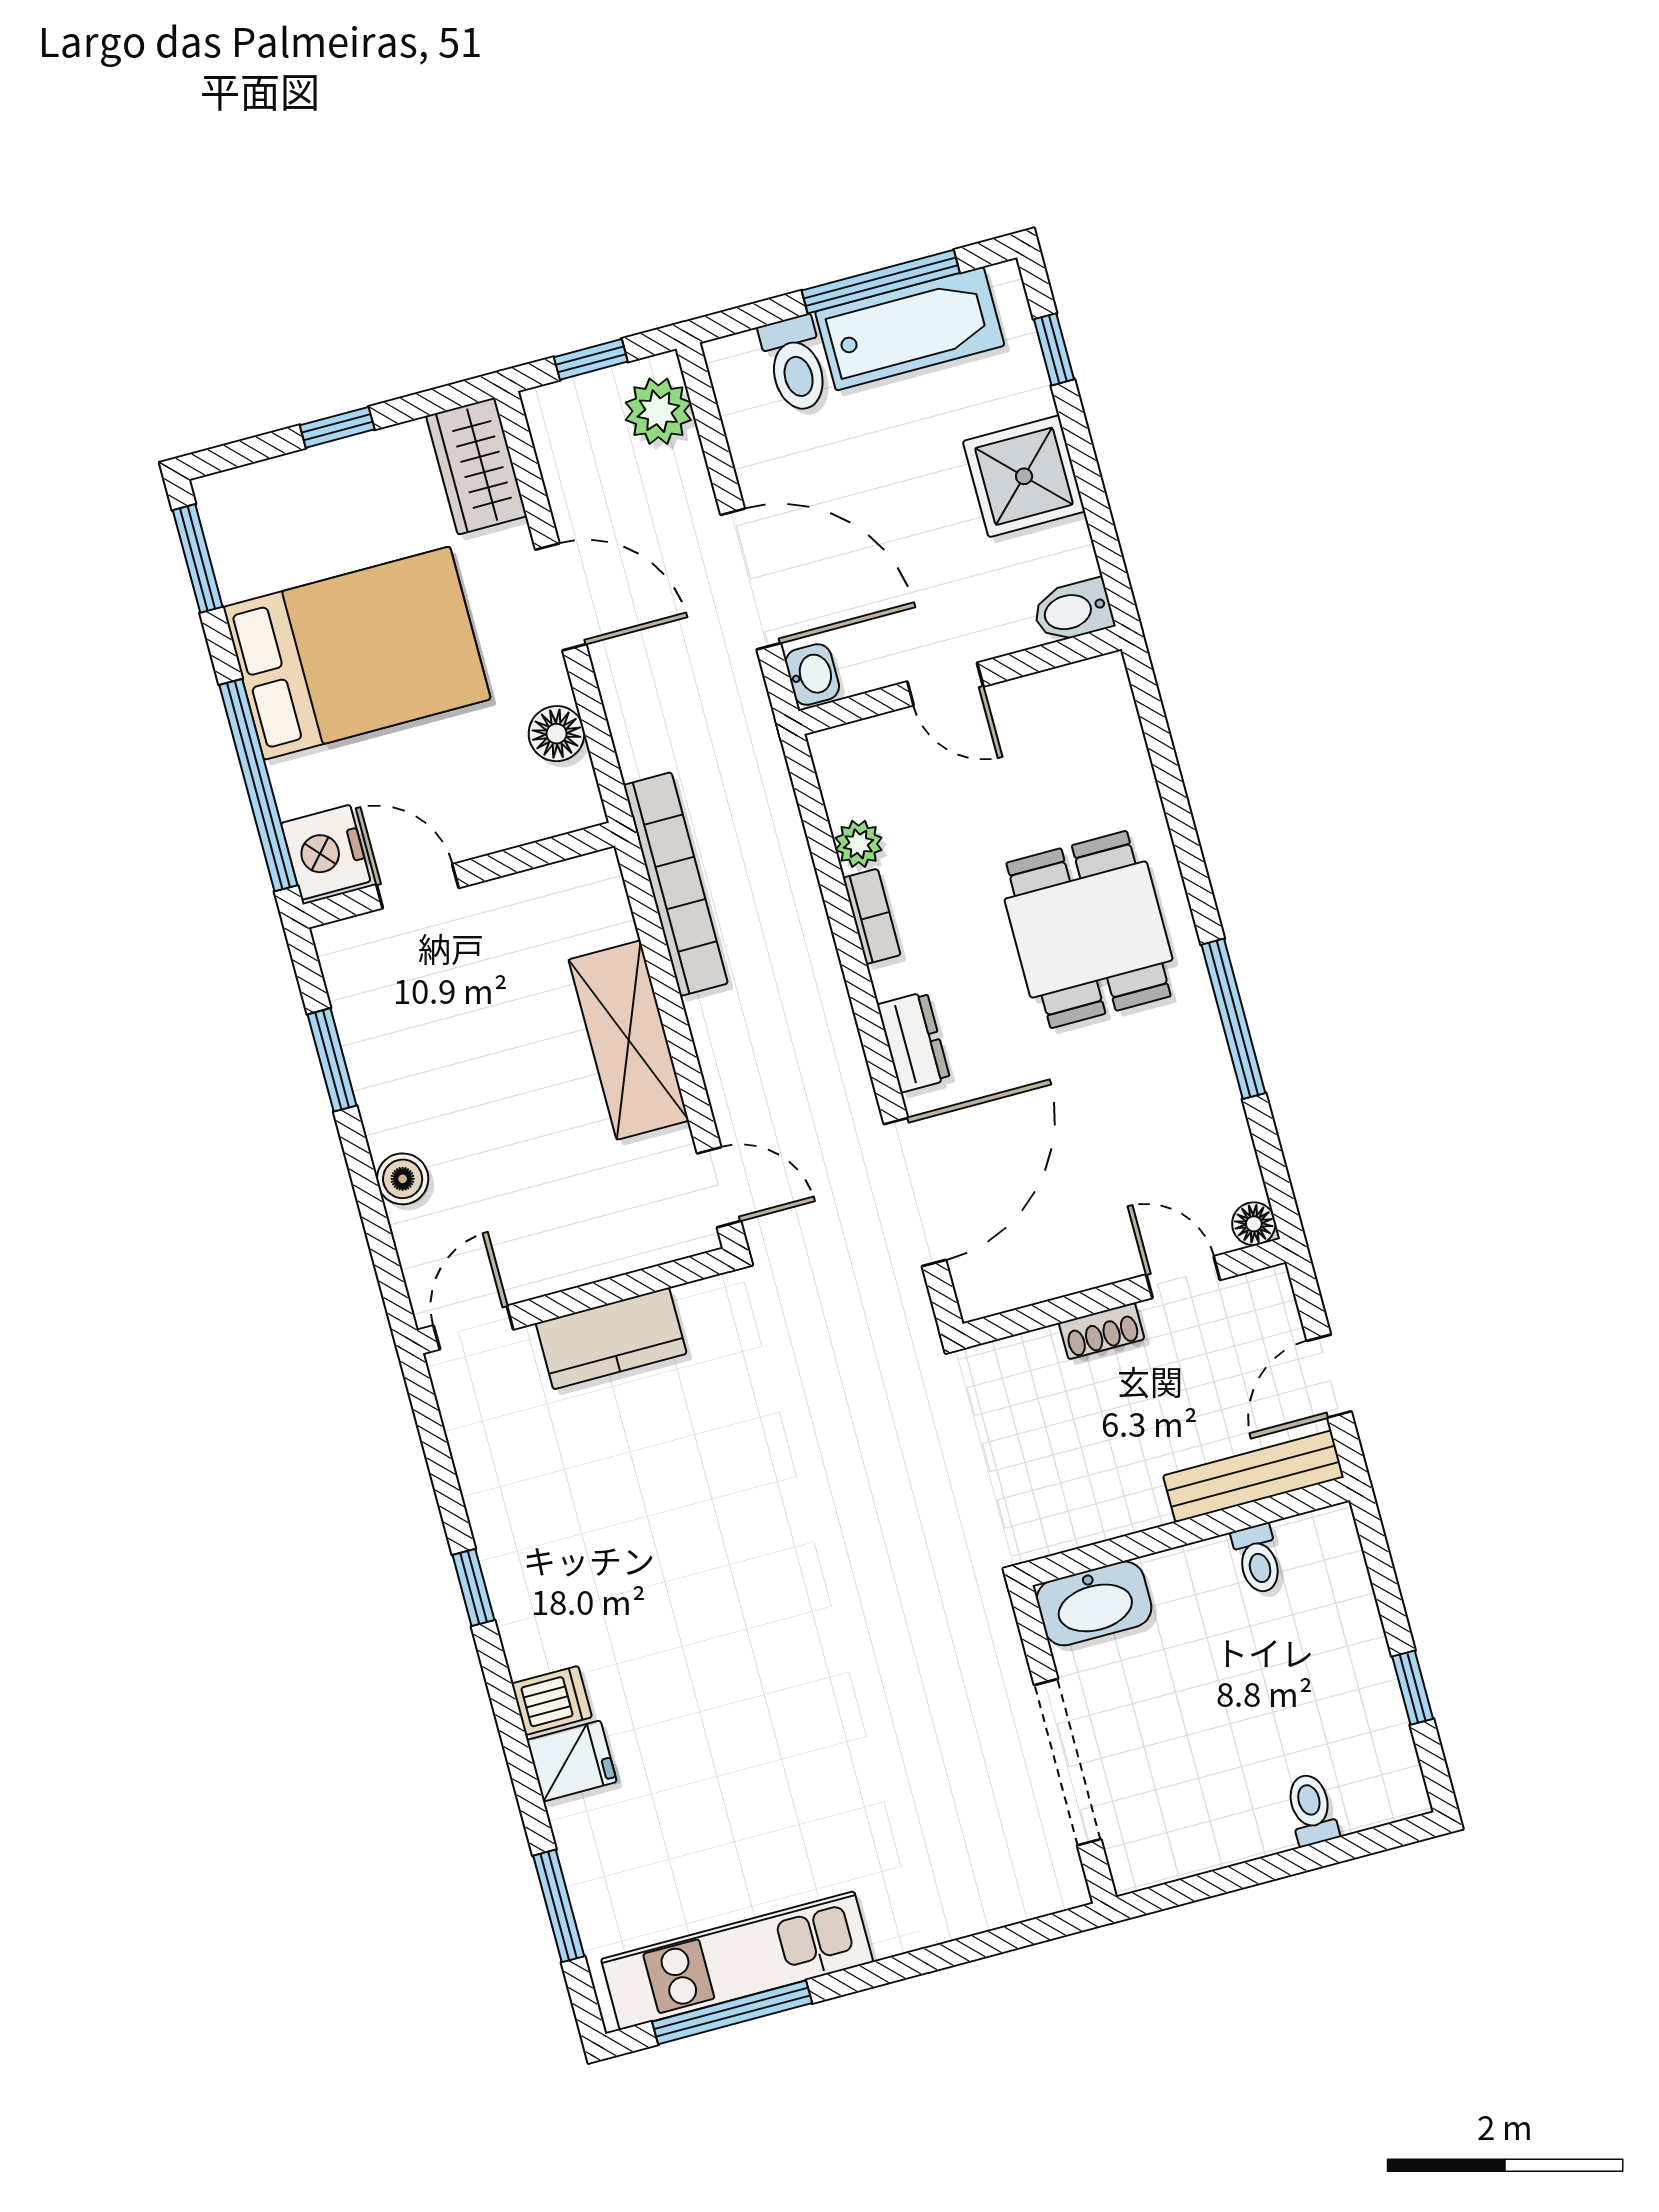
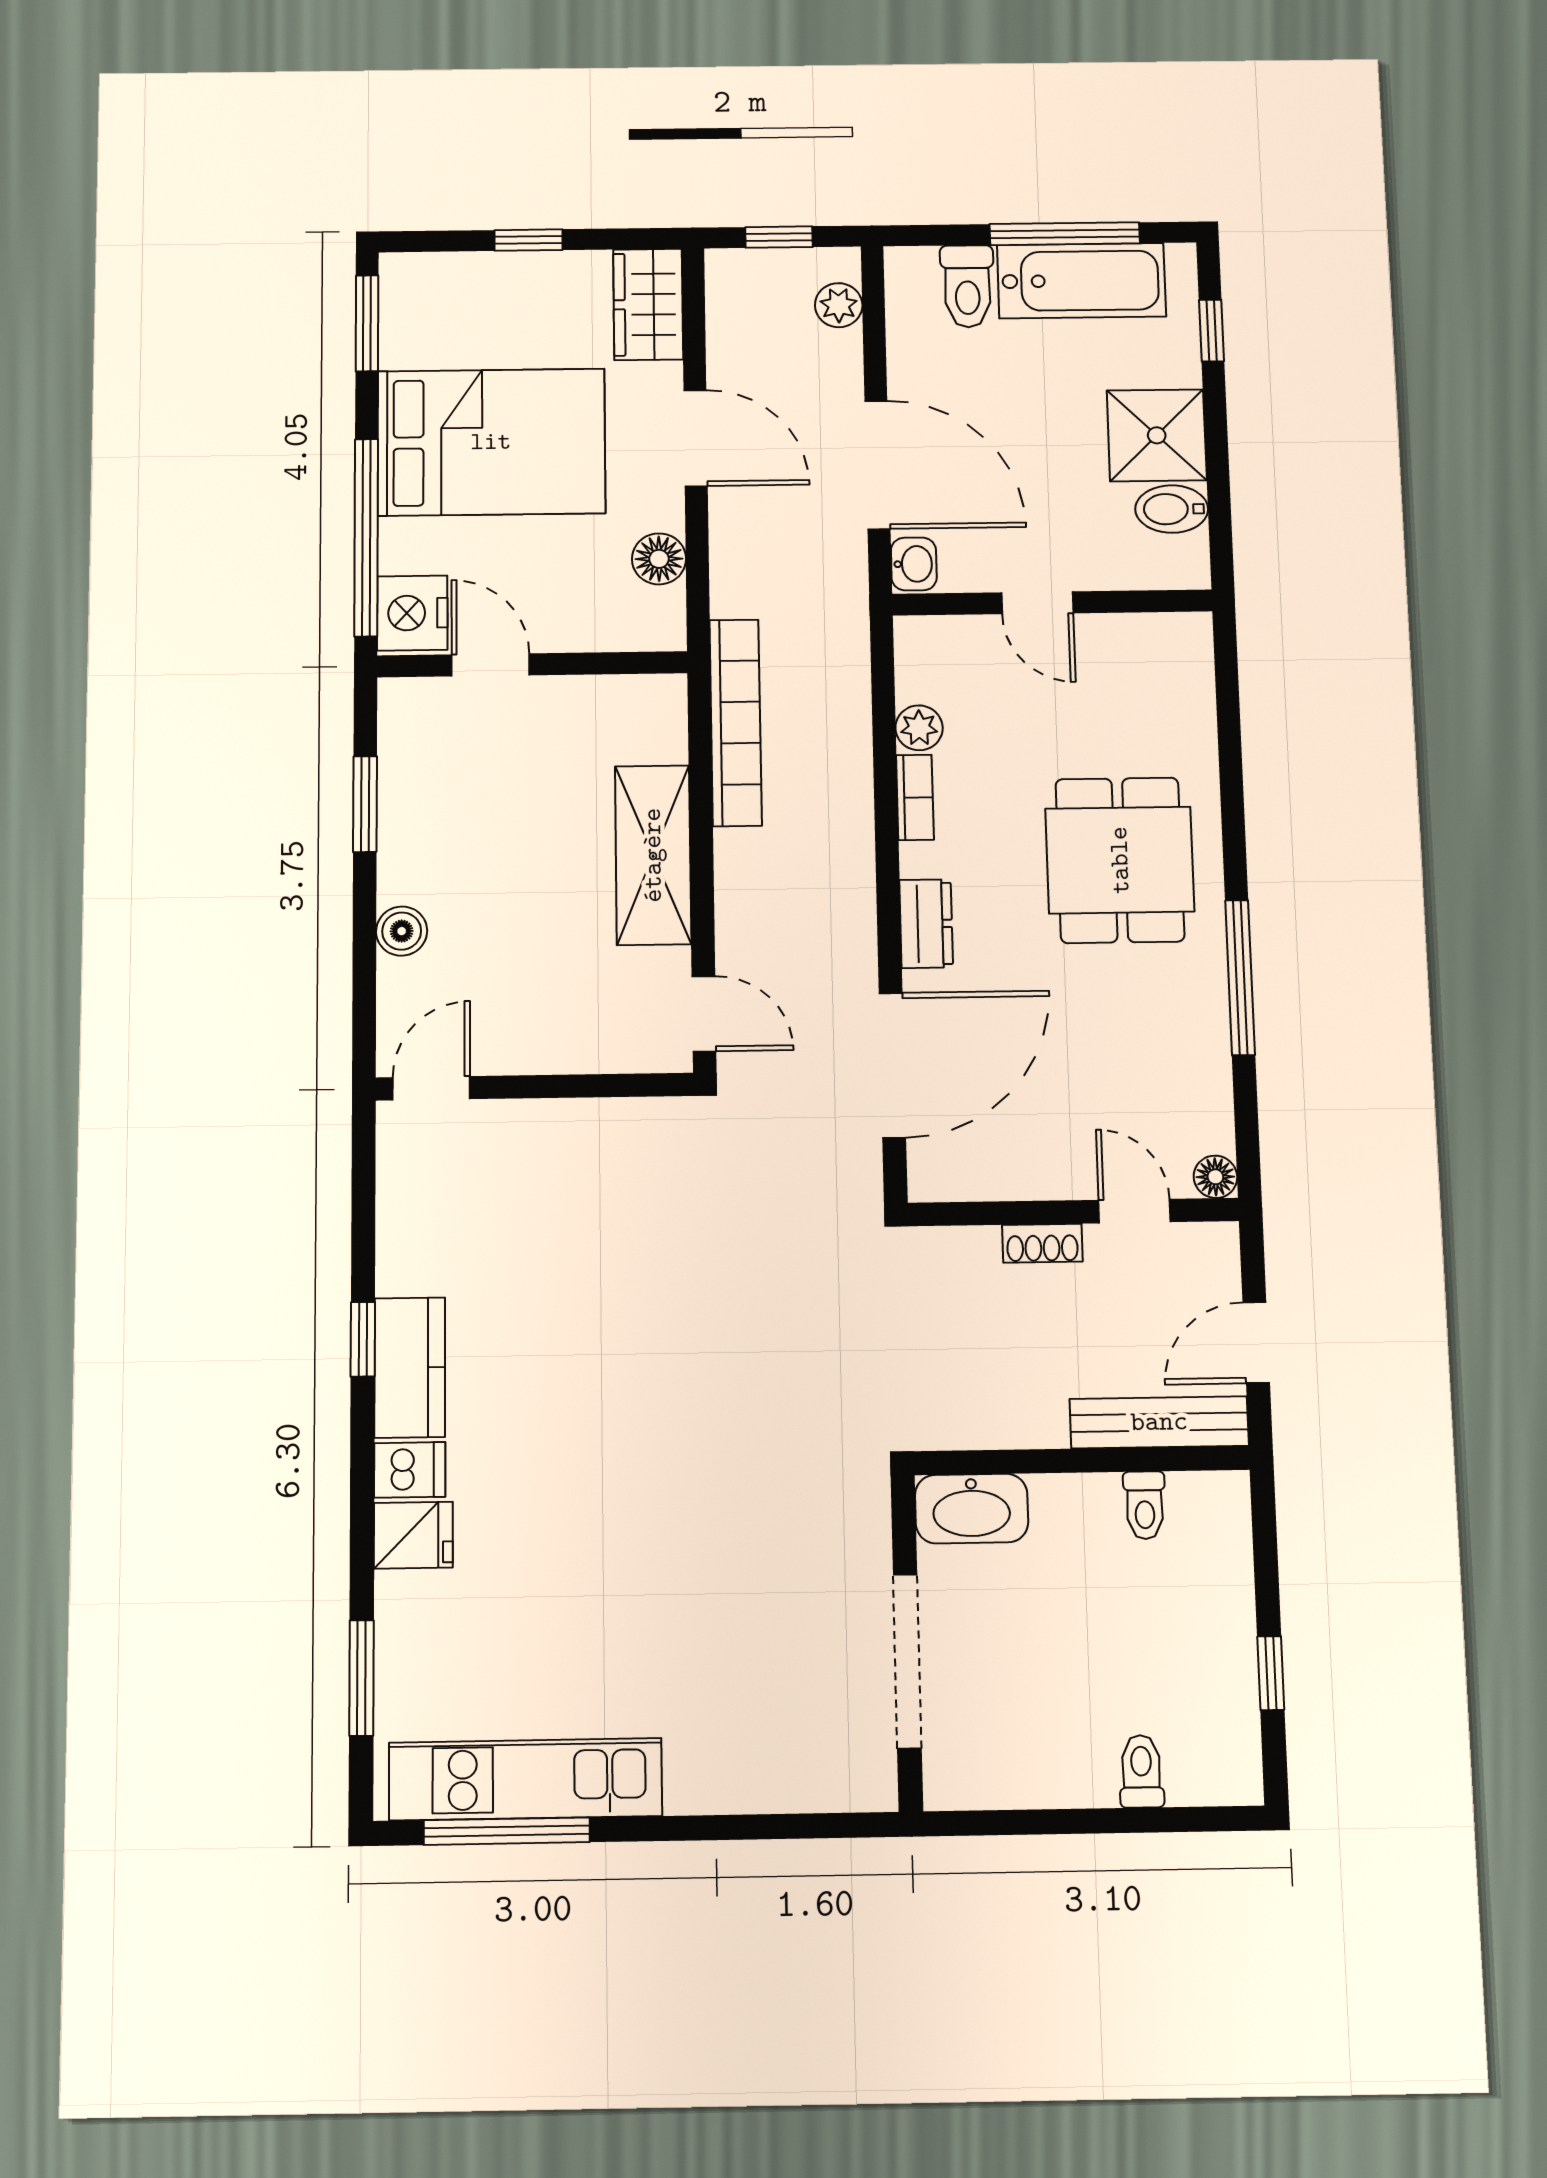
plant: (658, 411) -> (839, 305), width x0.73, depth x0.73
bidet: (1073, 611) -> (1172, 509), moved
kitchen counter: (611, 1338) -> (410, 1368), moved, turned -90

